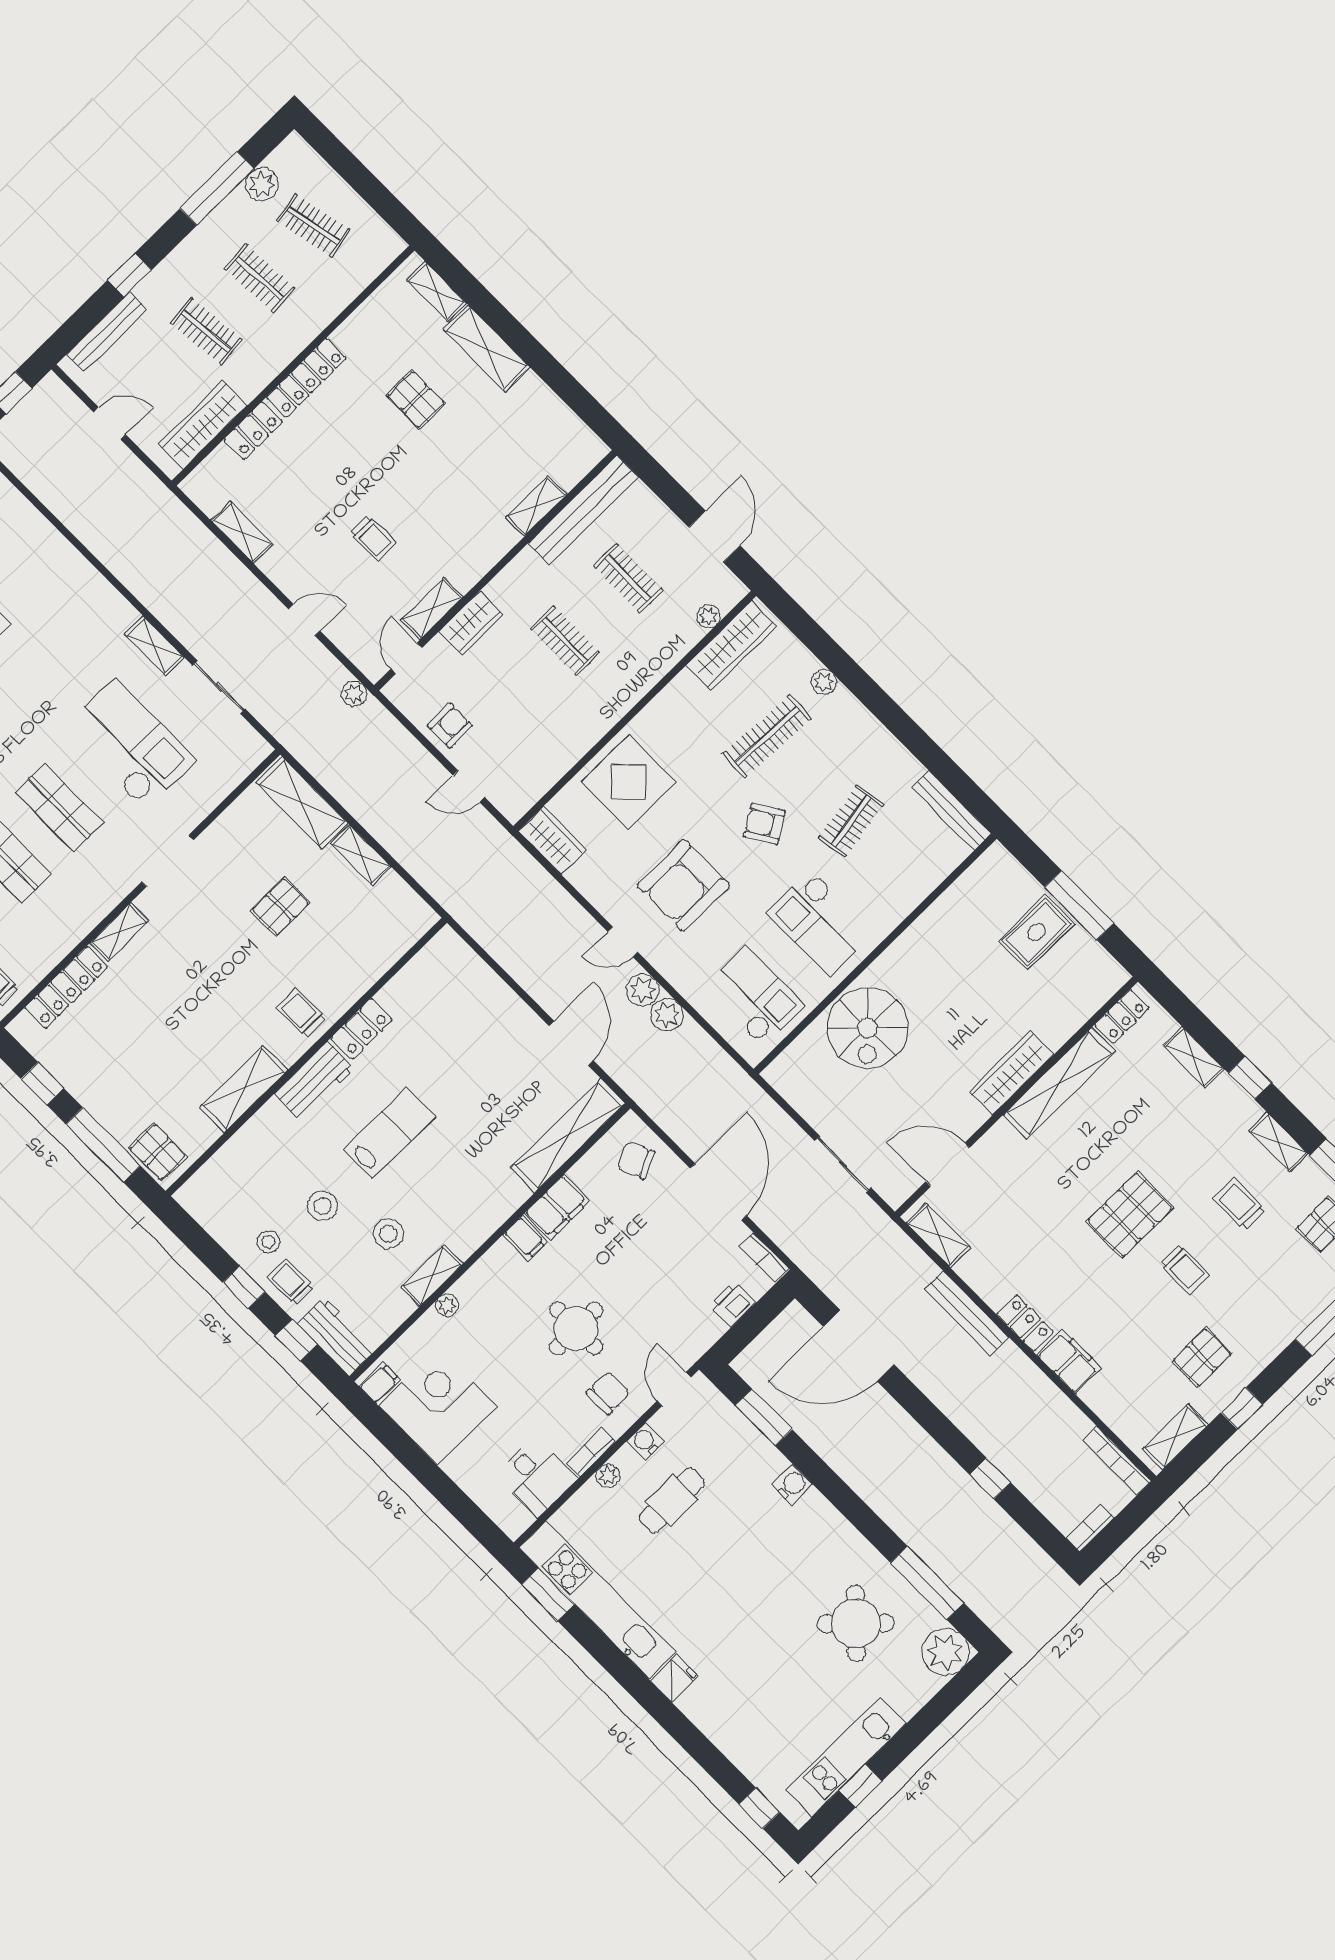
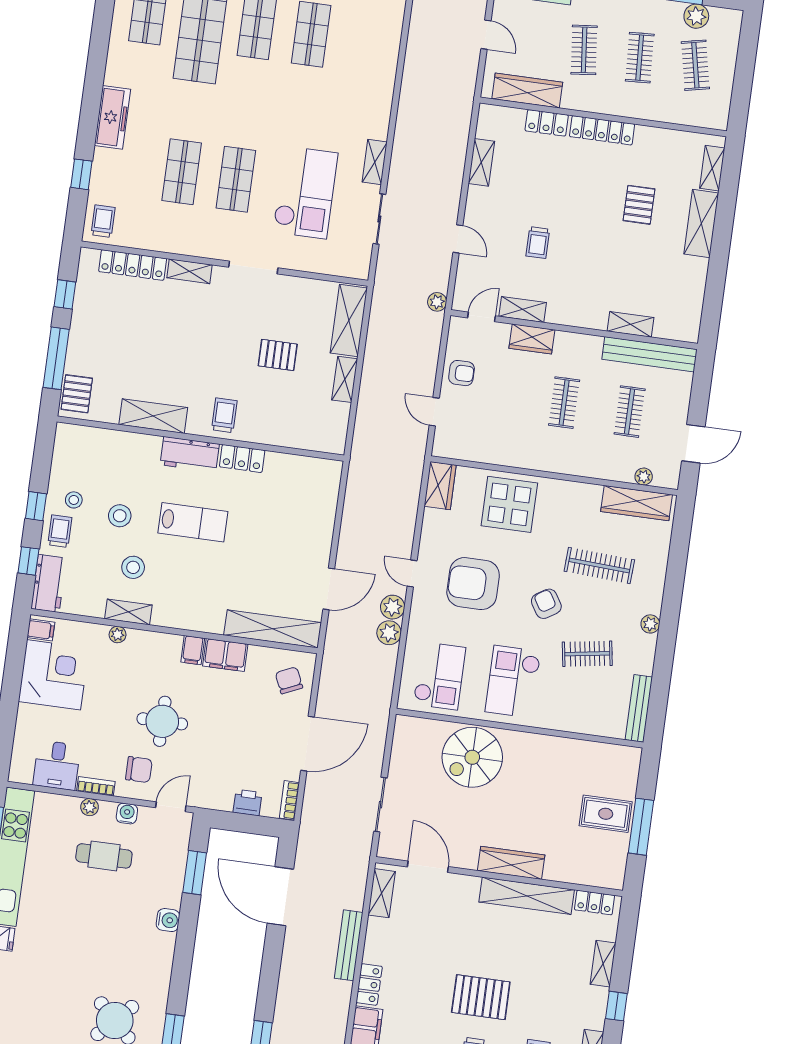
plant: (824, 682) -> (650, 624), moved

